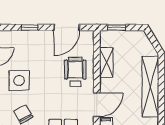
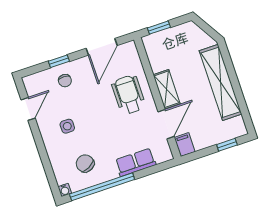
chair: (29, 44) -> (65, 81), added
shelving: (106, 62) -> (167, 89), moved
side table: (19, 80) -> (67, 126), width x0.54, depth x0.54

